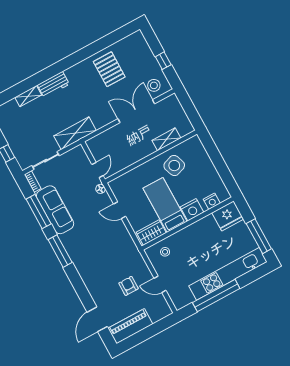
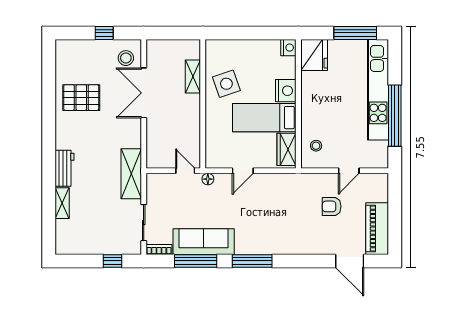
nightstand: (212, 201) -> (288, 48), moved

